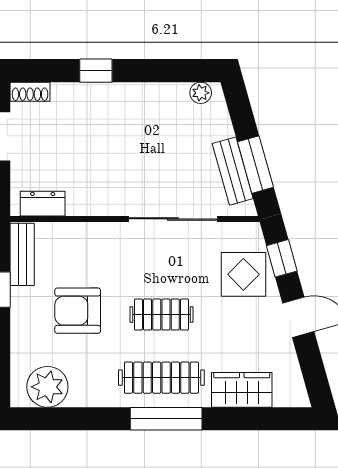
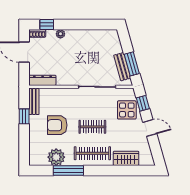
window: (96, 71) -> (47, 25), moved
plant: (201, 93) -> (60, 34), moved
dresser: (43, 204) -> (43, 80), width x1.44
plant: (47, 387) -> (56, 157), moved
window: (166, 419) -> (68, 170), moved

